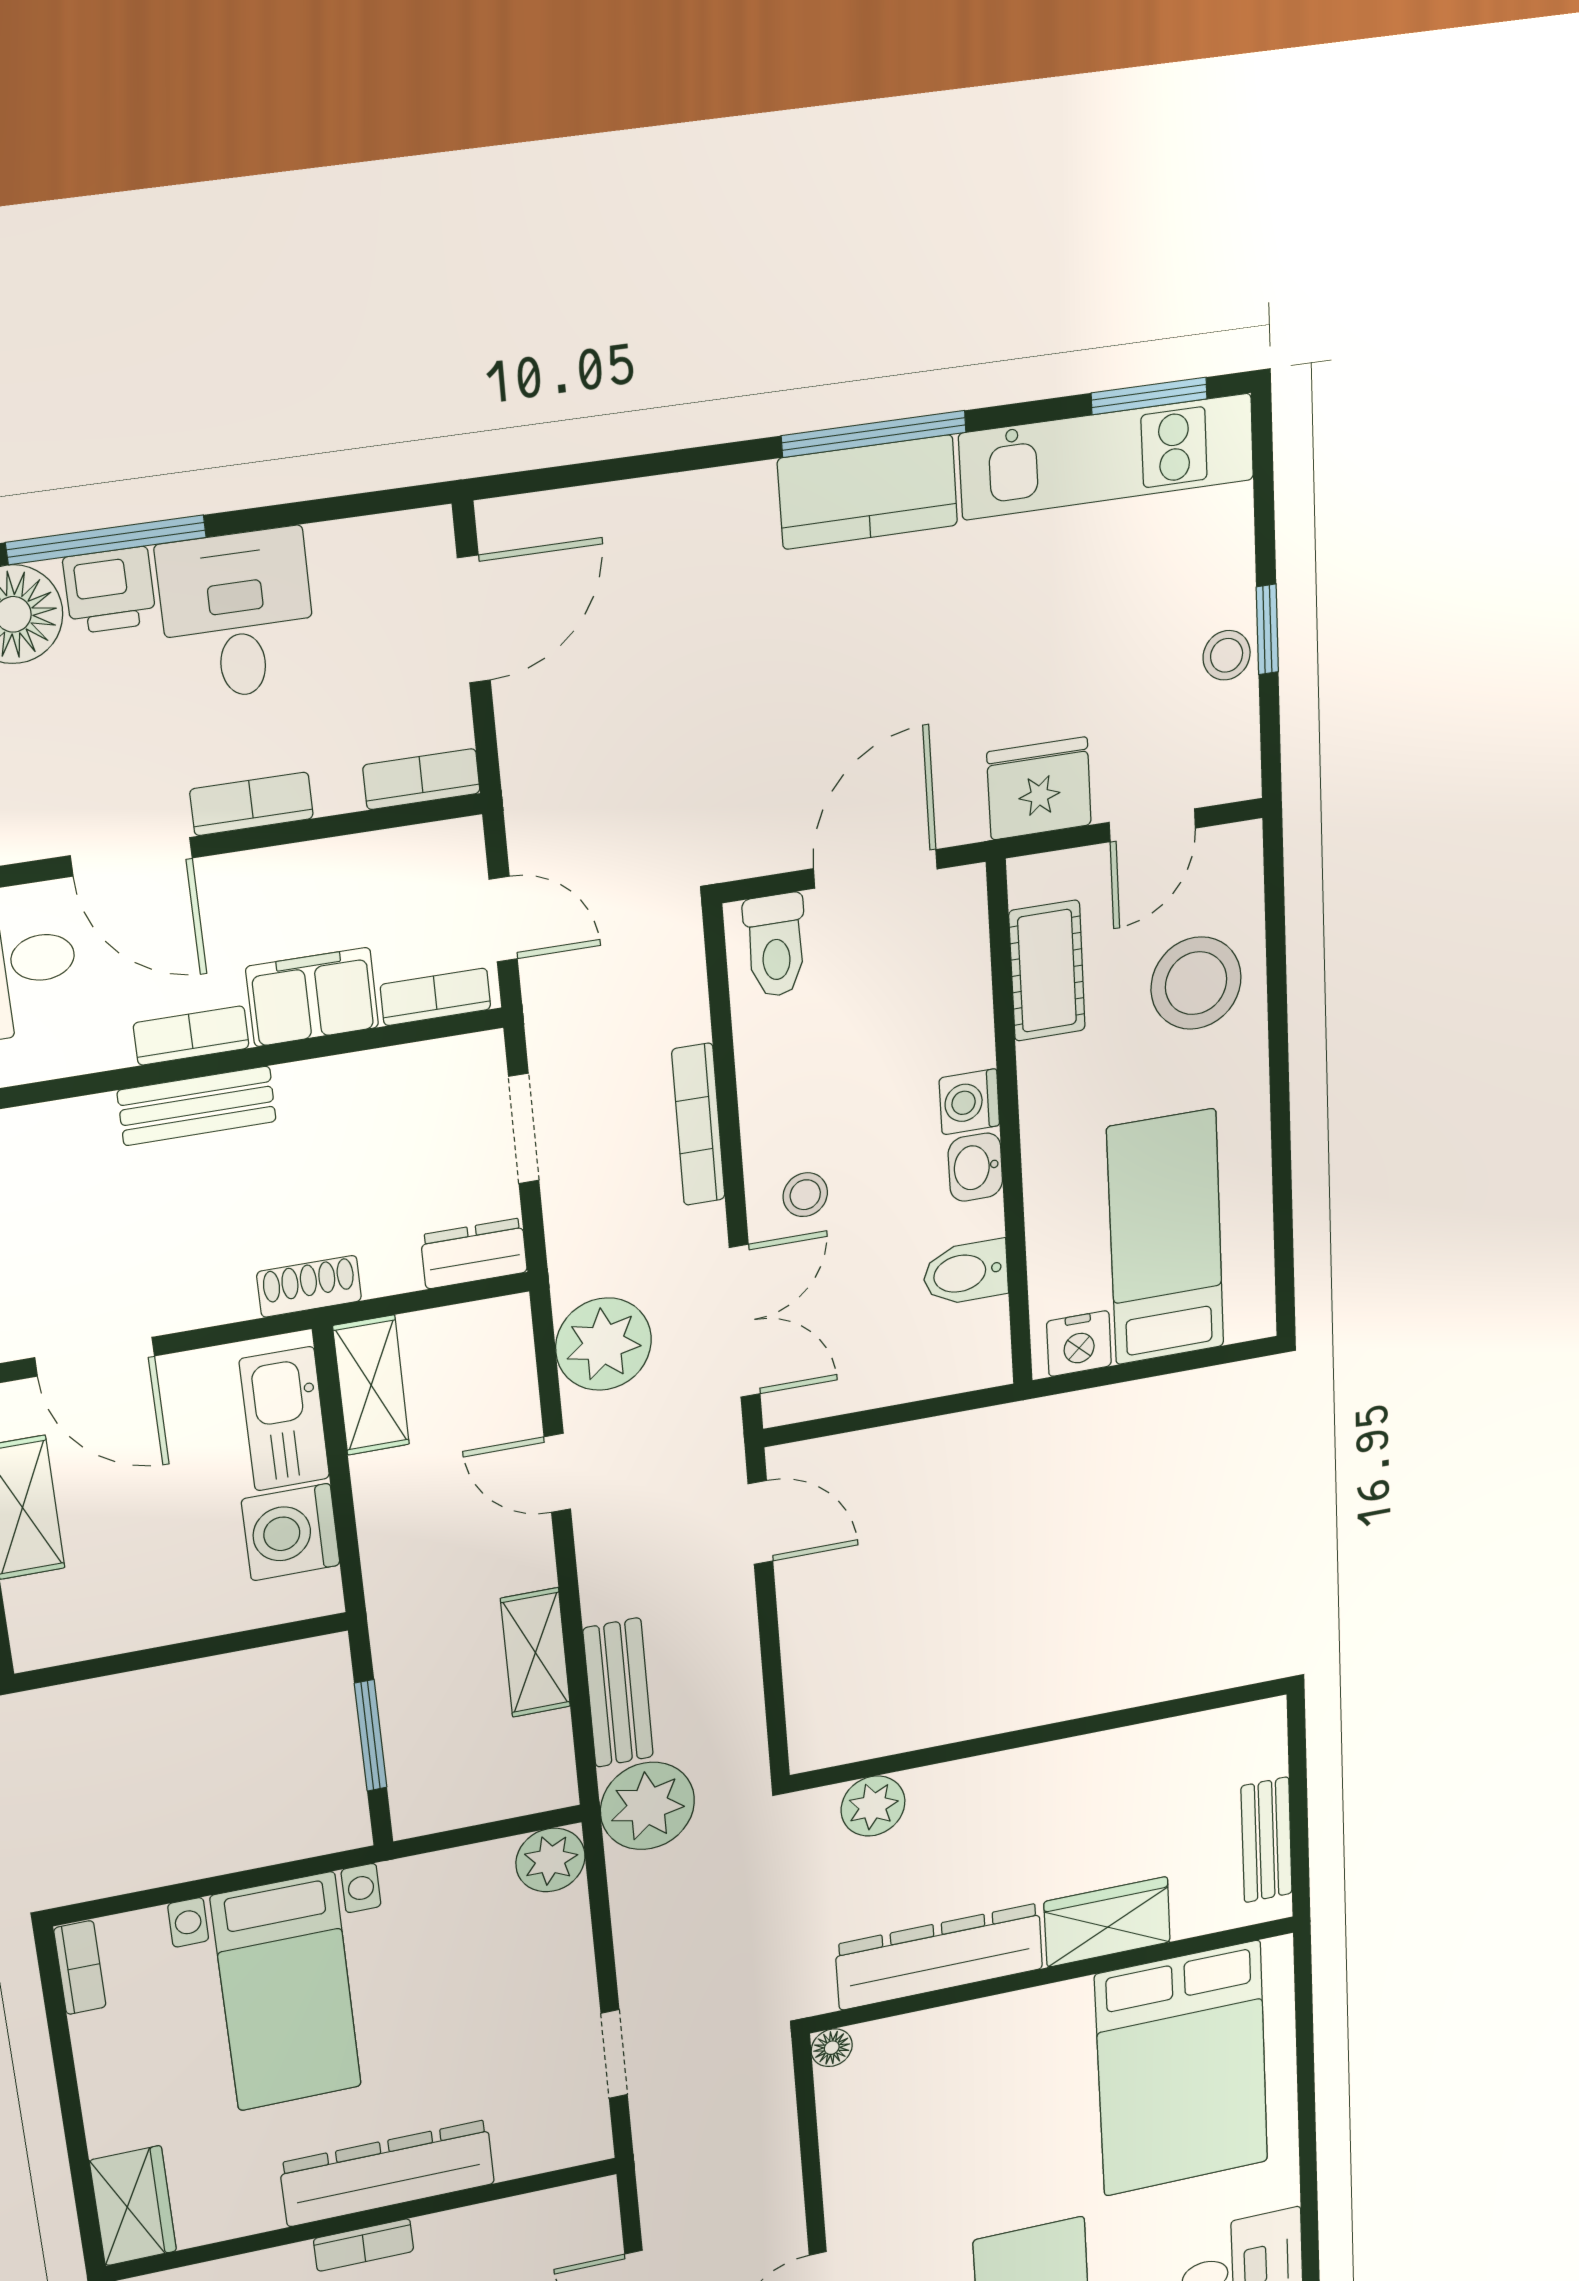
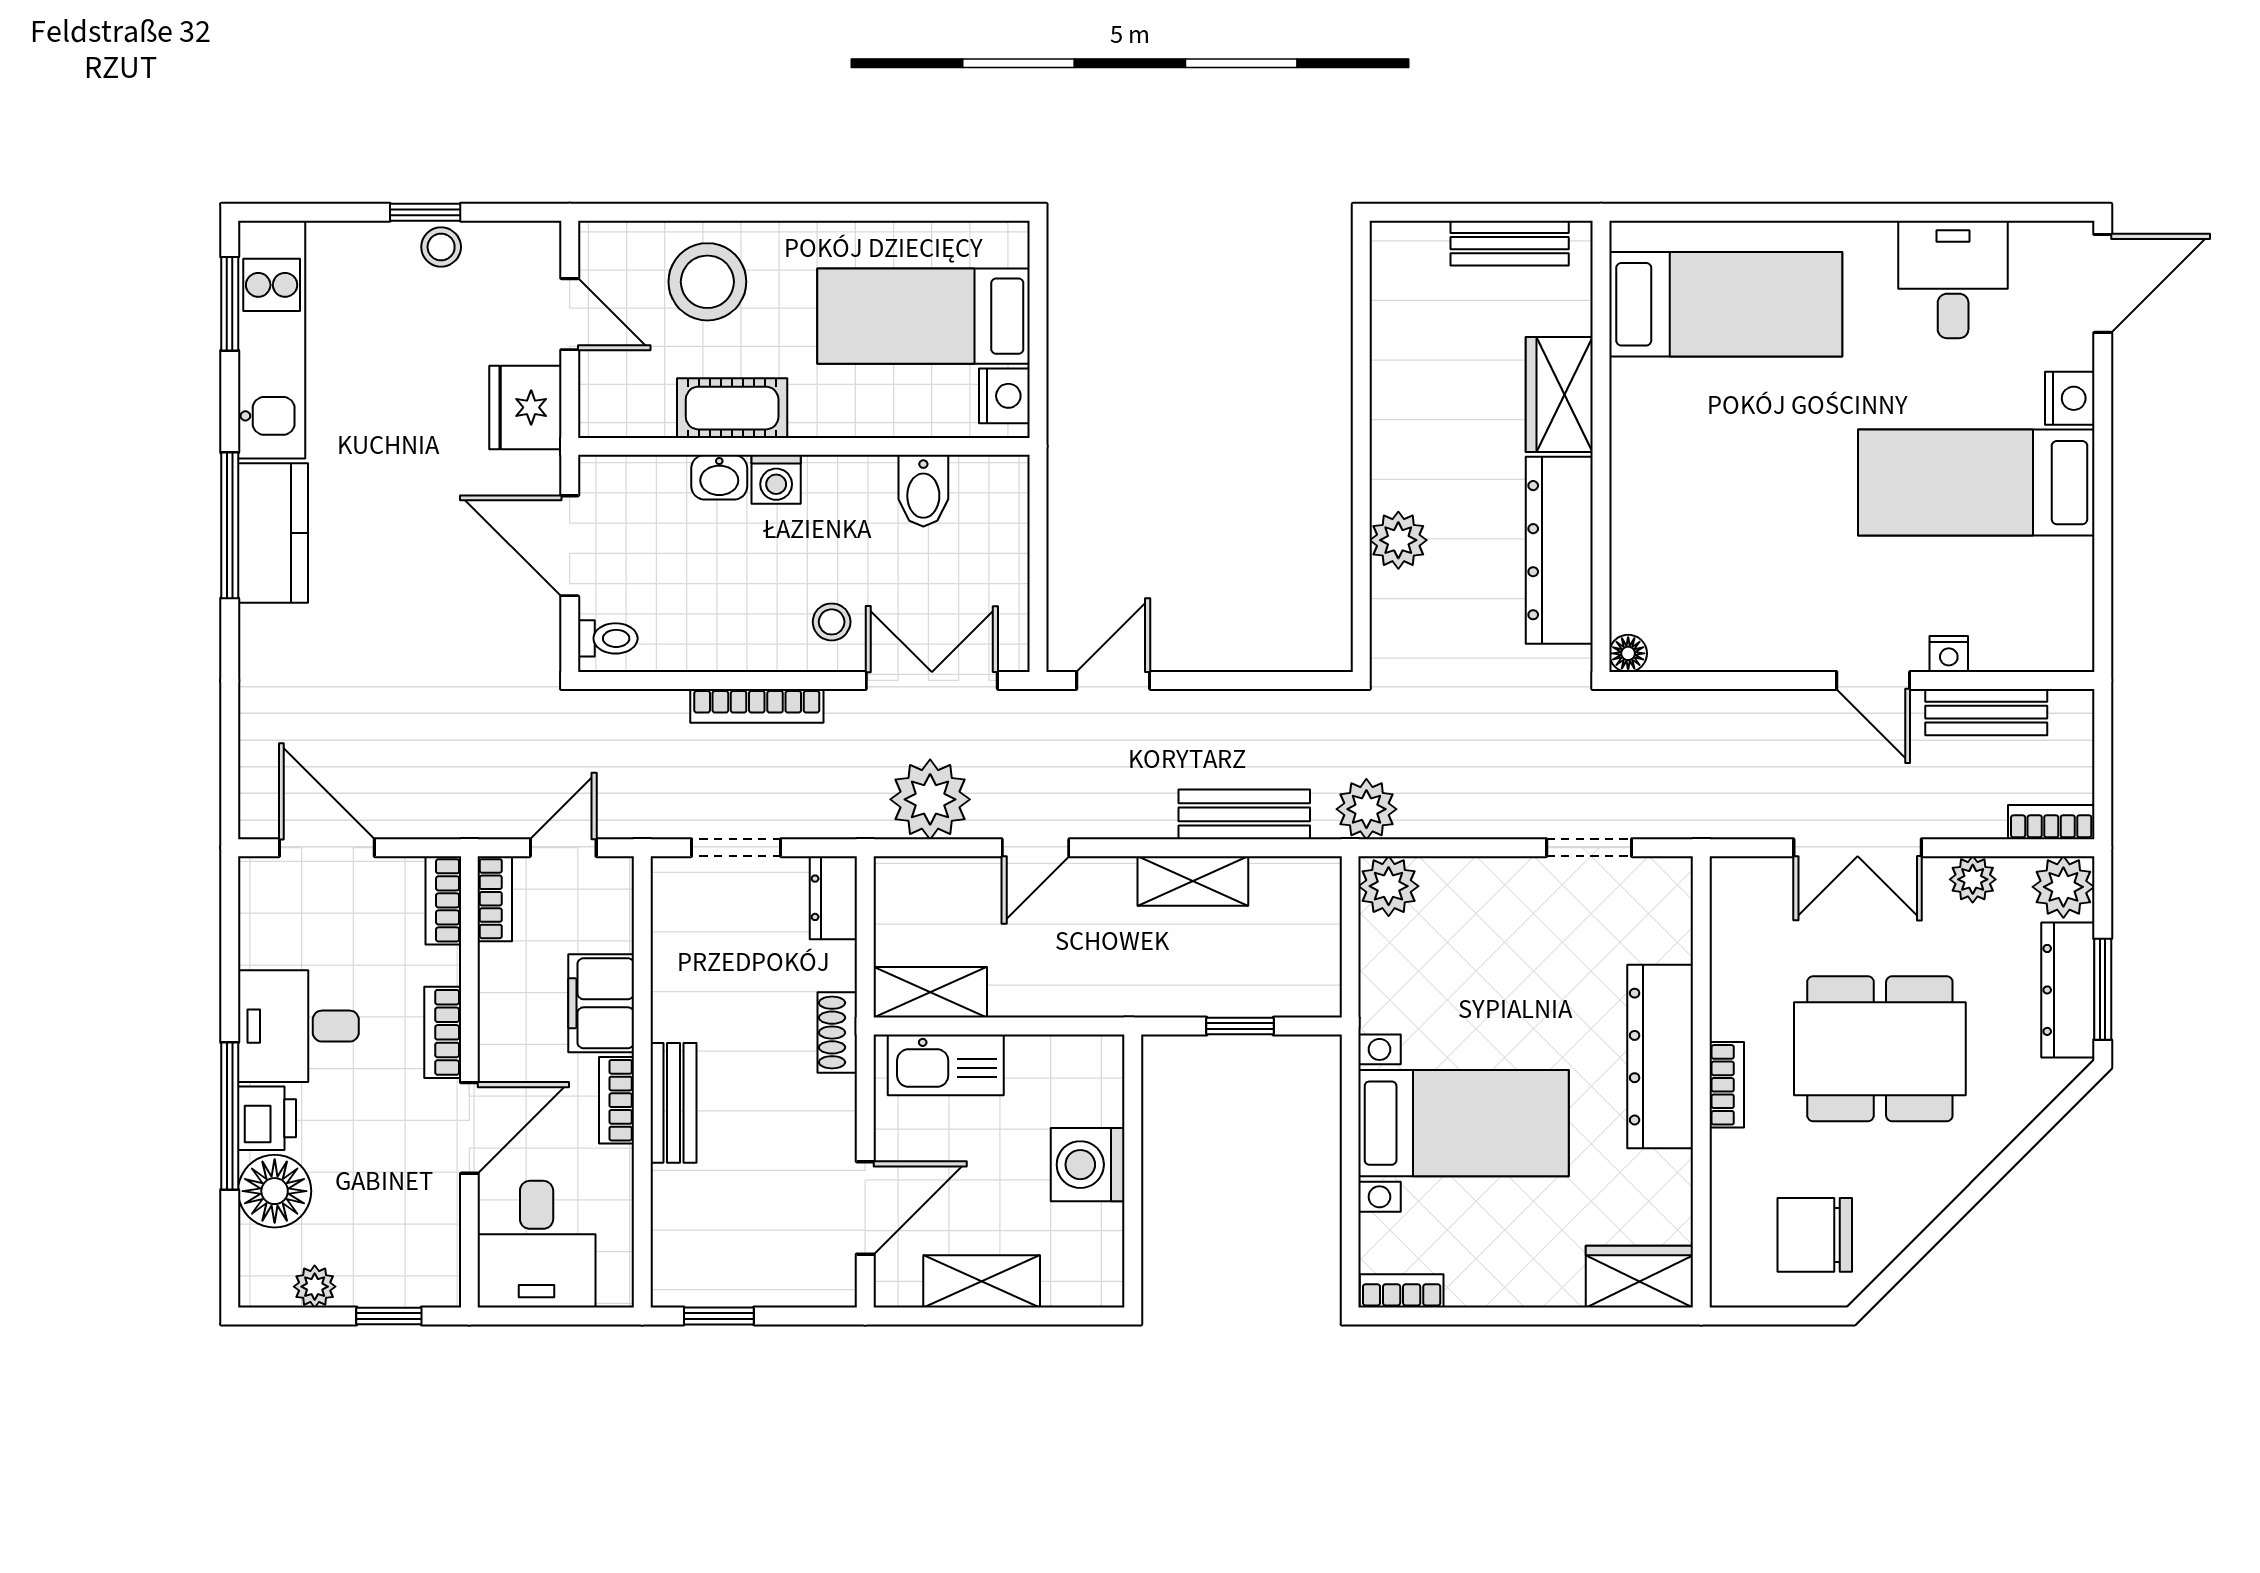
toilet: (776, 946) -> (608, 638), width x0.73, depth x0.72
cot: (1047, 971) -> (732, 408), moved
bookcase: (436, 997) -> (495, 899), moved, turned 180
washbasin: (975, 1167) -> (719, 477), moved
washing machine: (291, 1532) -> (1088, 1165), moved, turned 90
window: (371, 1736) -> (1240, 1026), width x0.67
plant: (647, 1806) -> (1366, 809), width x0.73, depth x0.73
plant: (873, 1806) -> (1398, 540), moved
bed: (1182, 2069) -> (1726, 304), width x0.67

